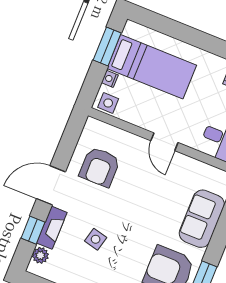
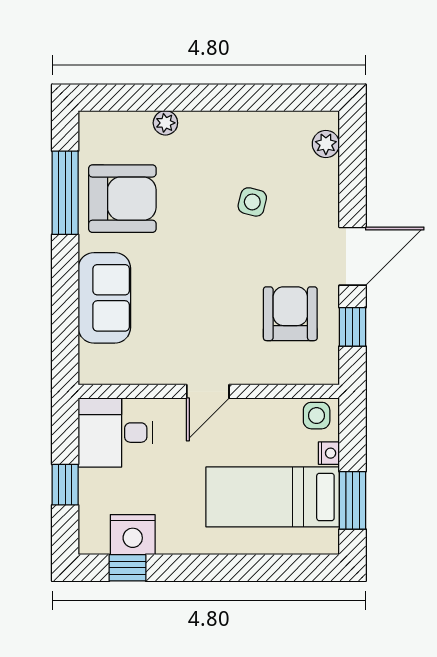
door: (164, 142) -> (208, 391), swing flipped
fireplace: (52, 228) -> (326, 193), removed
window: (33, 230) -> (352, 327), moved

